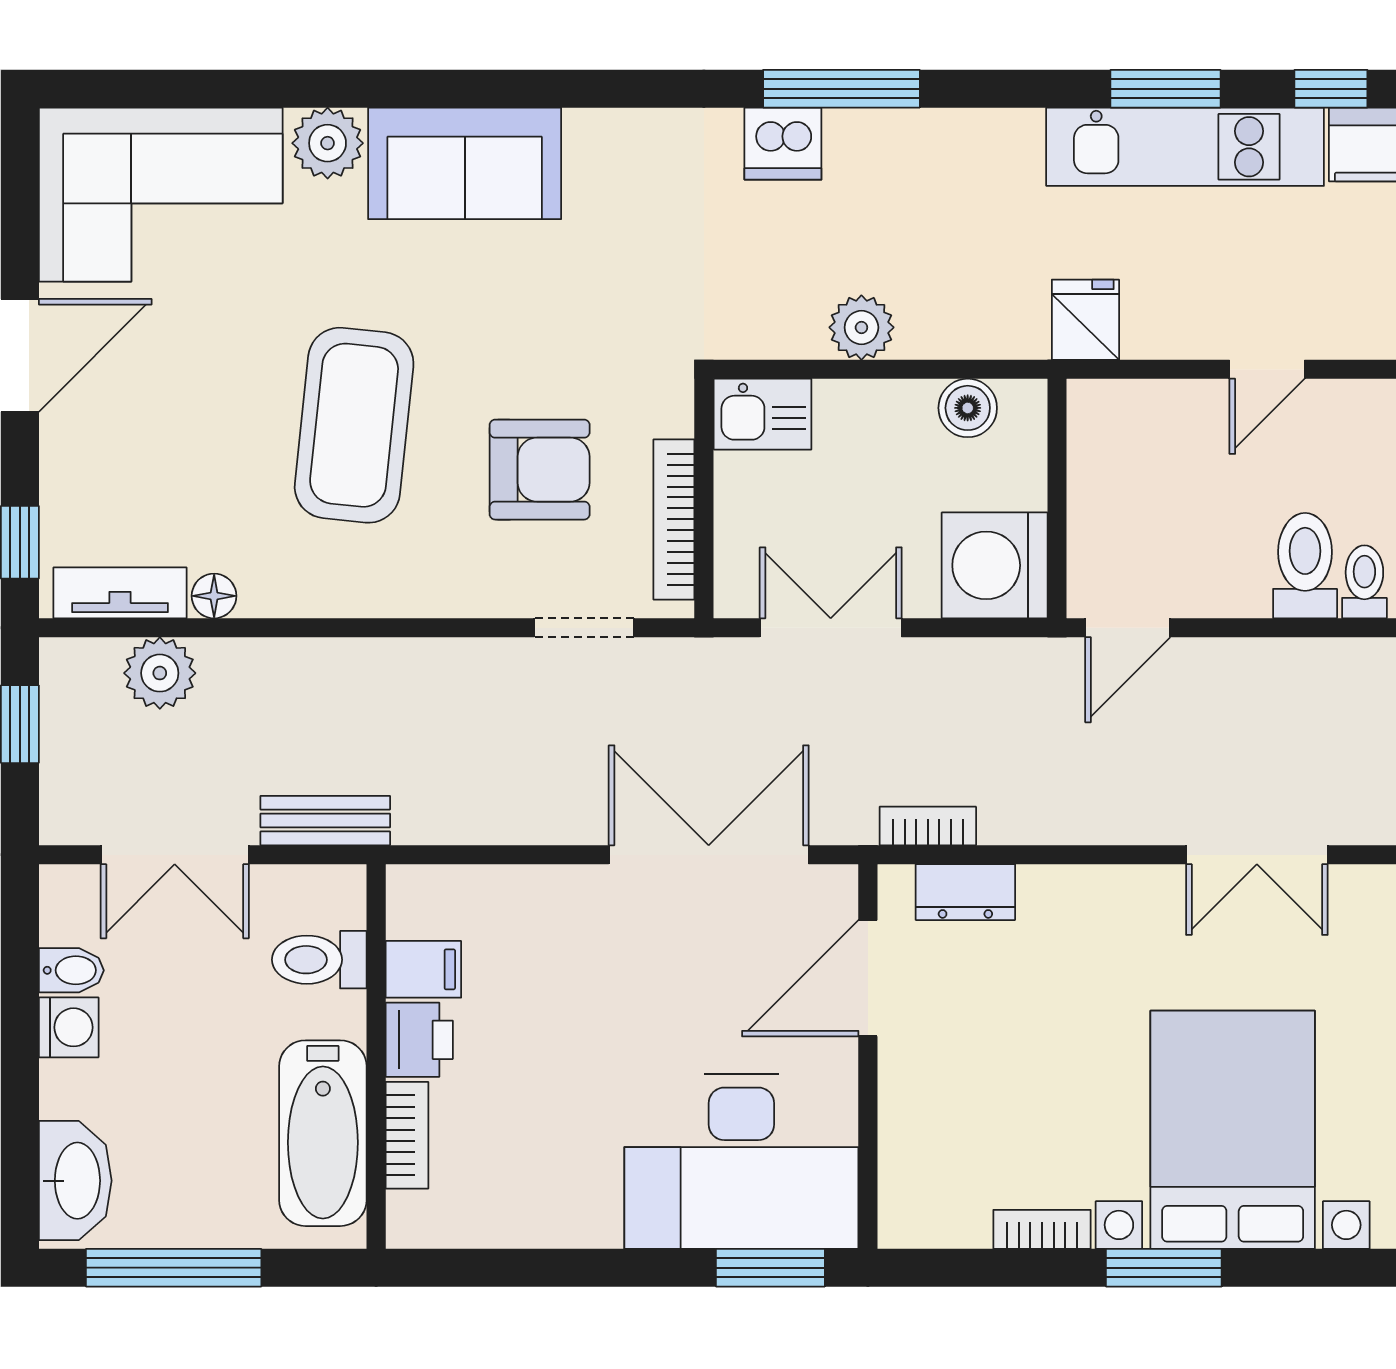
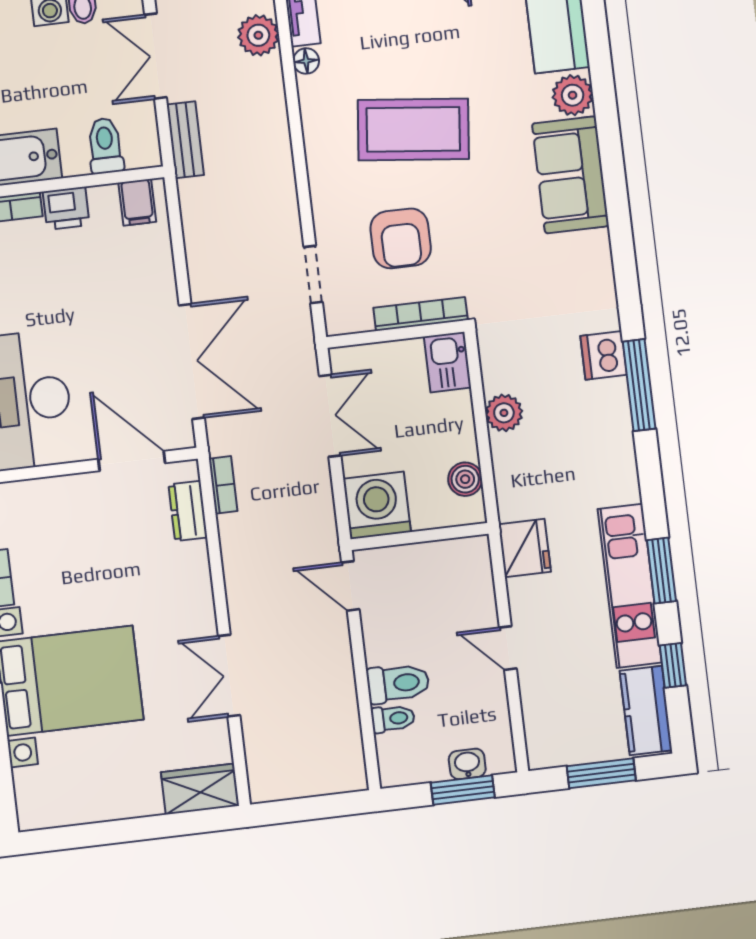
fridge: (1085, 320) -> (525, 548), width x1.38
bookcase: (674, 519) -> (421, 314), moved
filing cabinet: (423, 969) -> (137, 202), moved

